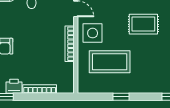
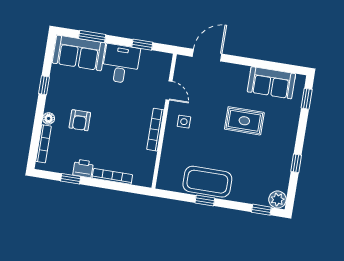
side table: (93, 33) -> (184, 122), width x0.54, depth x0.54
coffee table: (110, 62) -> (207, 182), moved

